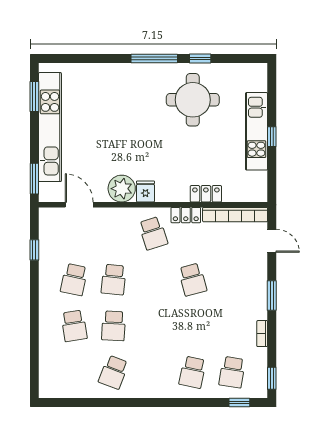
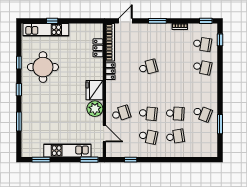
window: (100, 58) -> (19, 121), added
window: (154, 58) -> (19, 90), width x0.46
kitchen unit: (50, 127) -> (67, 151), width x0.73
kitchen unit: (256, 131) -> (46, 30), moved
window: (272, 137) -> (52, 21), moved
fridge: (145, 191) -> (94, 90), width x1.88, depth x1.34
locker: (206, 194) -> (98, 48), moved
door: (79, 205) -> (104, 134), swing flipped
school desk: (153, 233) -> (121, 113), moved
window: (95, 402) -> (220, 124), added

